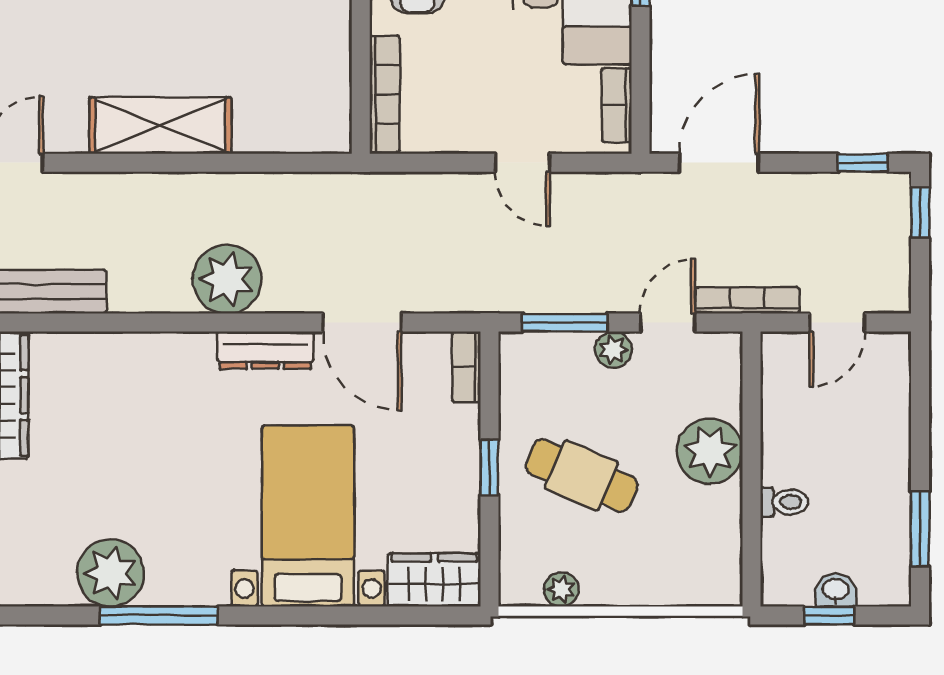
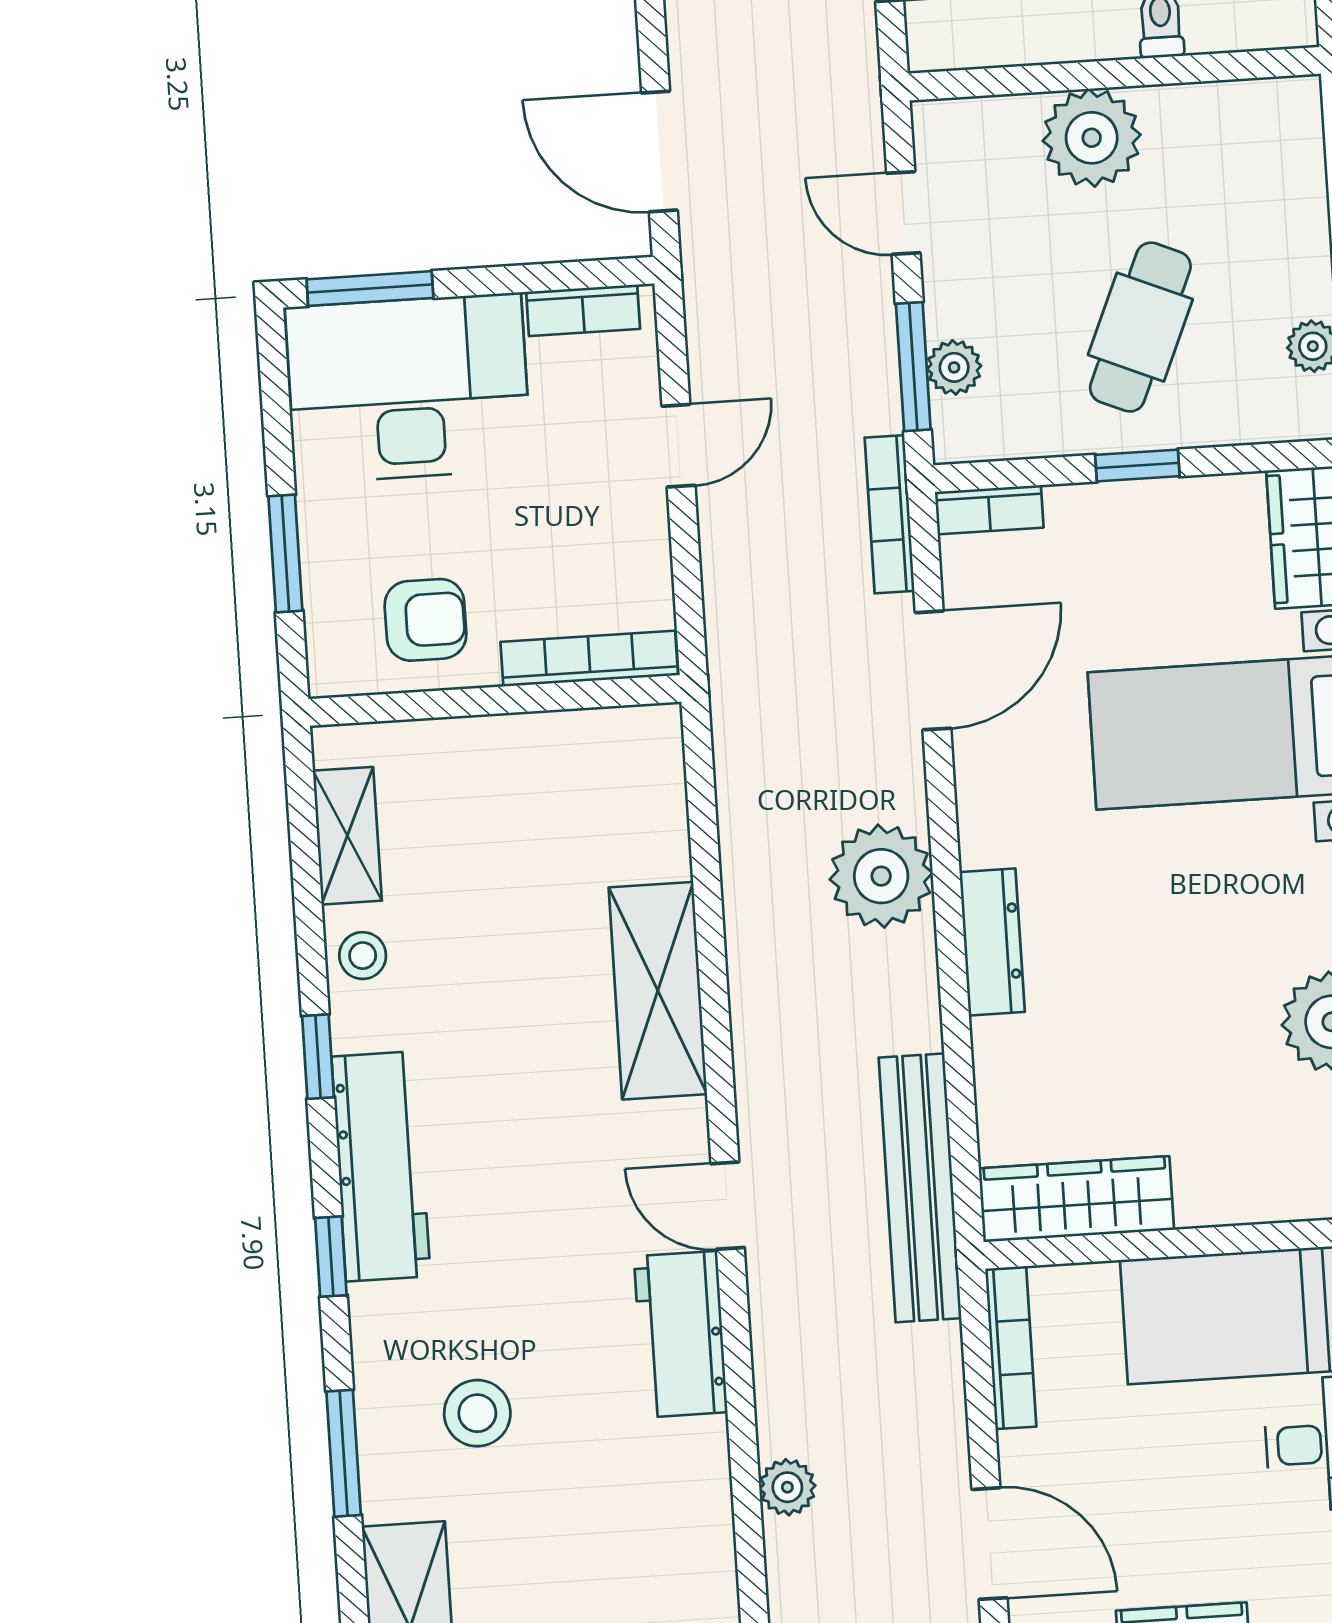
bookcase: (747, 300) -> (890, 514), moved
dresser: (265, 350) -> (992, 942), moved
plant: (613, 350) -> (954, 367), moved

